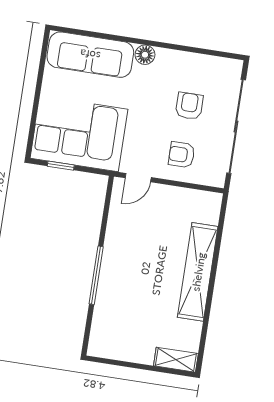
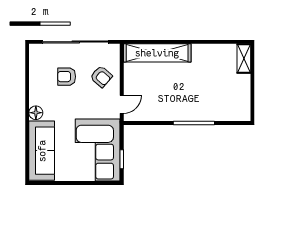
armchair: (182, 155) -> (101, 77), turned -49
door: (138, 178) -> (122, 104), hinge flipped
shelving: (198, 272) -> (157, 53), moved

